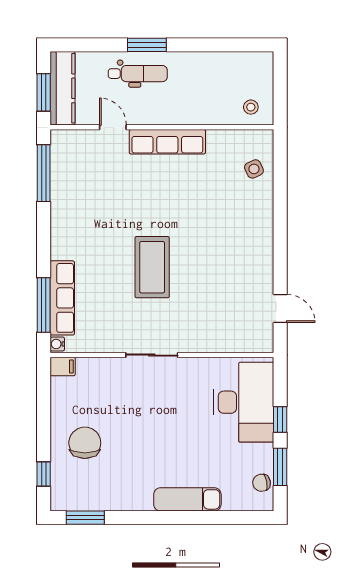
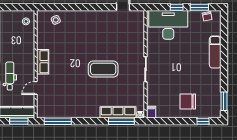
row of seats: (167, 142) -> (43, 62), width x0.68

